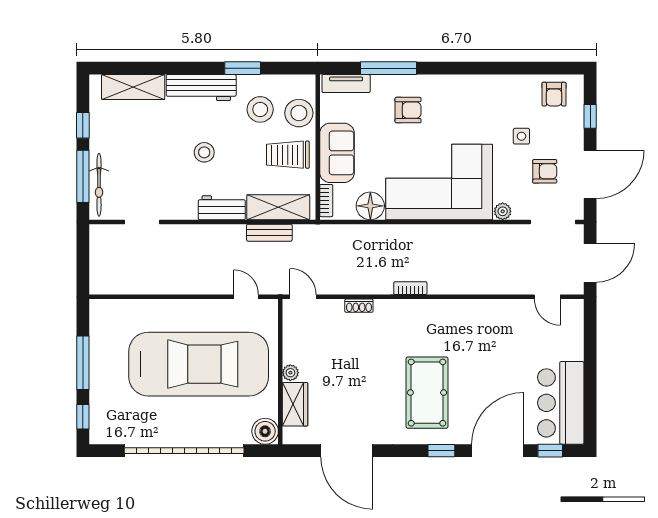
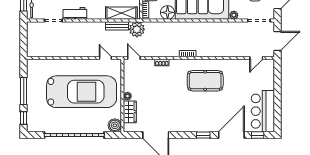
workbench: (222, 208) -> (75, 13), moved
plant: (309, 239) -> (137, 29), added
door: (547, 297) -> (256, 58), hinge flipped
pool table: (427, 393) -> (205, 81), moved, turned 90

